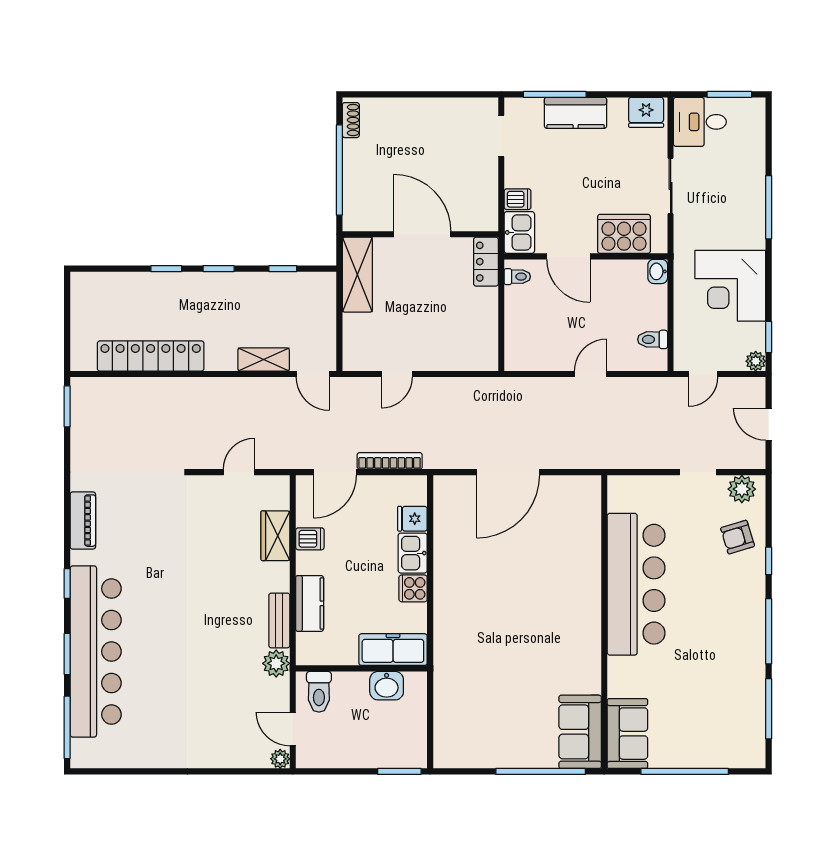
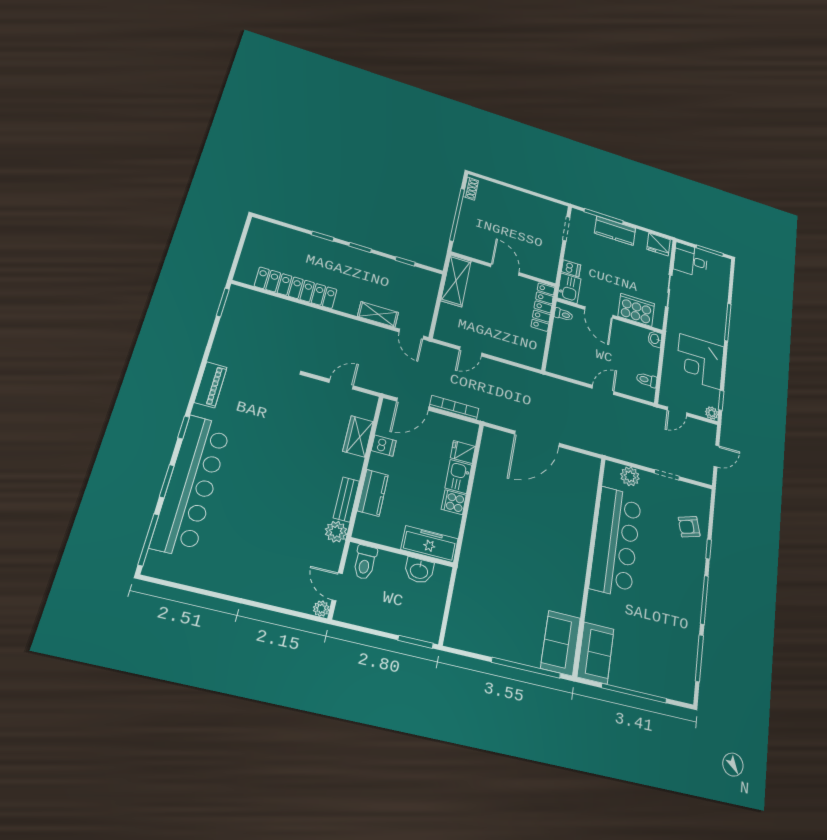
door: (422, 234) -> (505, 270), width x0.73
locker: (486, 262) -> (543, 307), width x1.53
door: (769, 424) -> (716, 456), swing flipped
plant: (742, 489) -> (630, 476), moved

